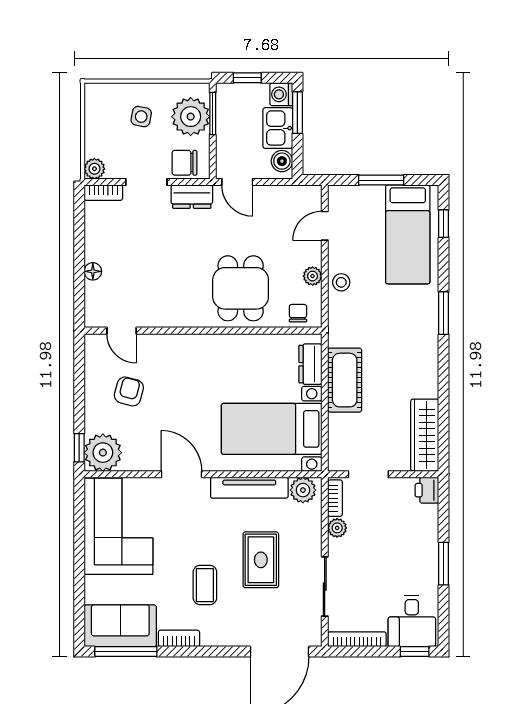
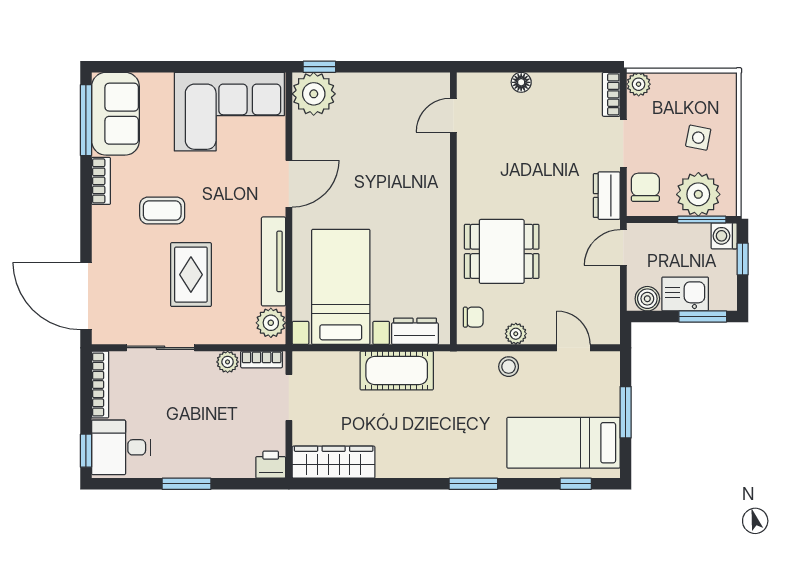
washing machine: (281, 94) -> (724, 236), moved, turned -90
armchair: (129, 391) -> (384, 124), removed
rug: (261, 560) -> (191, 275), turned 90

